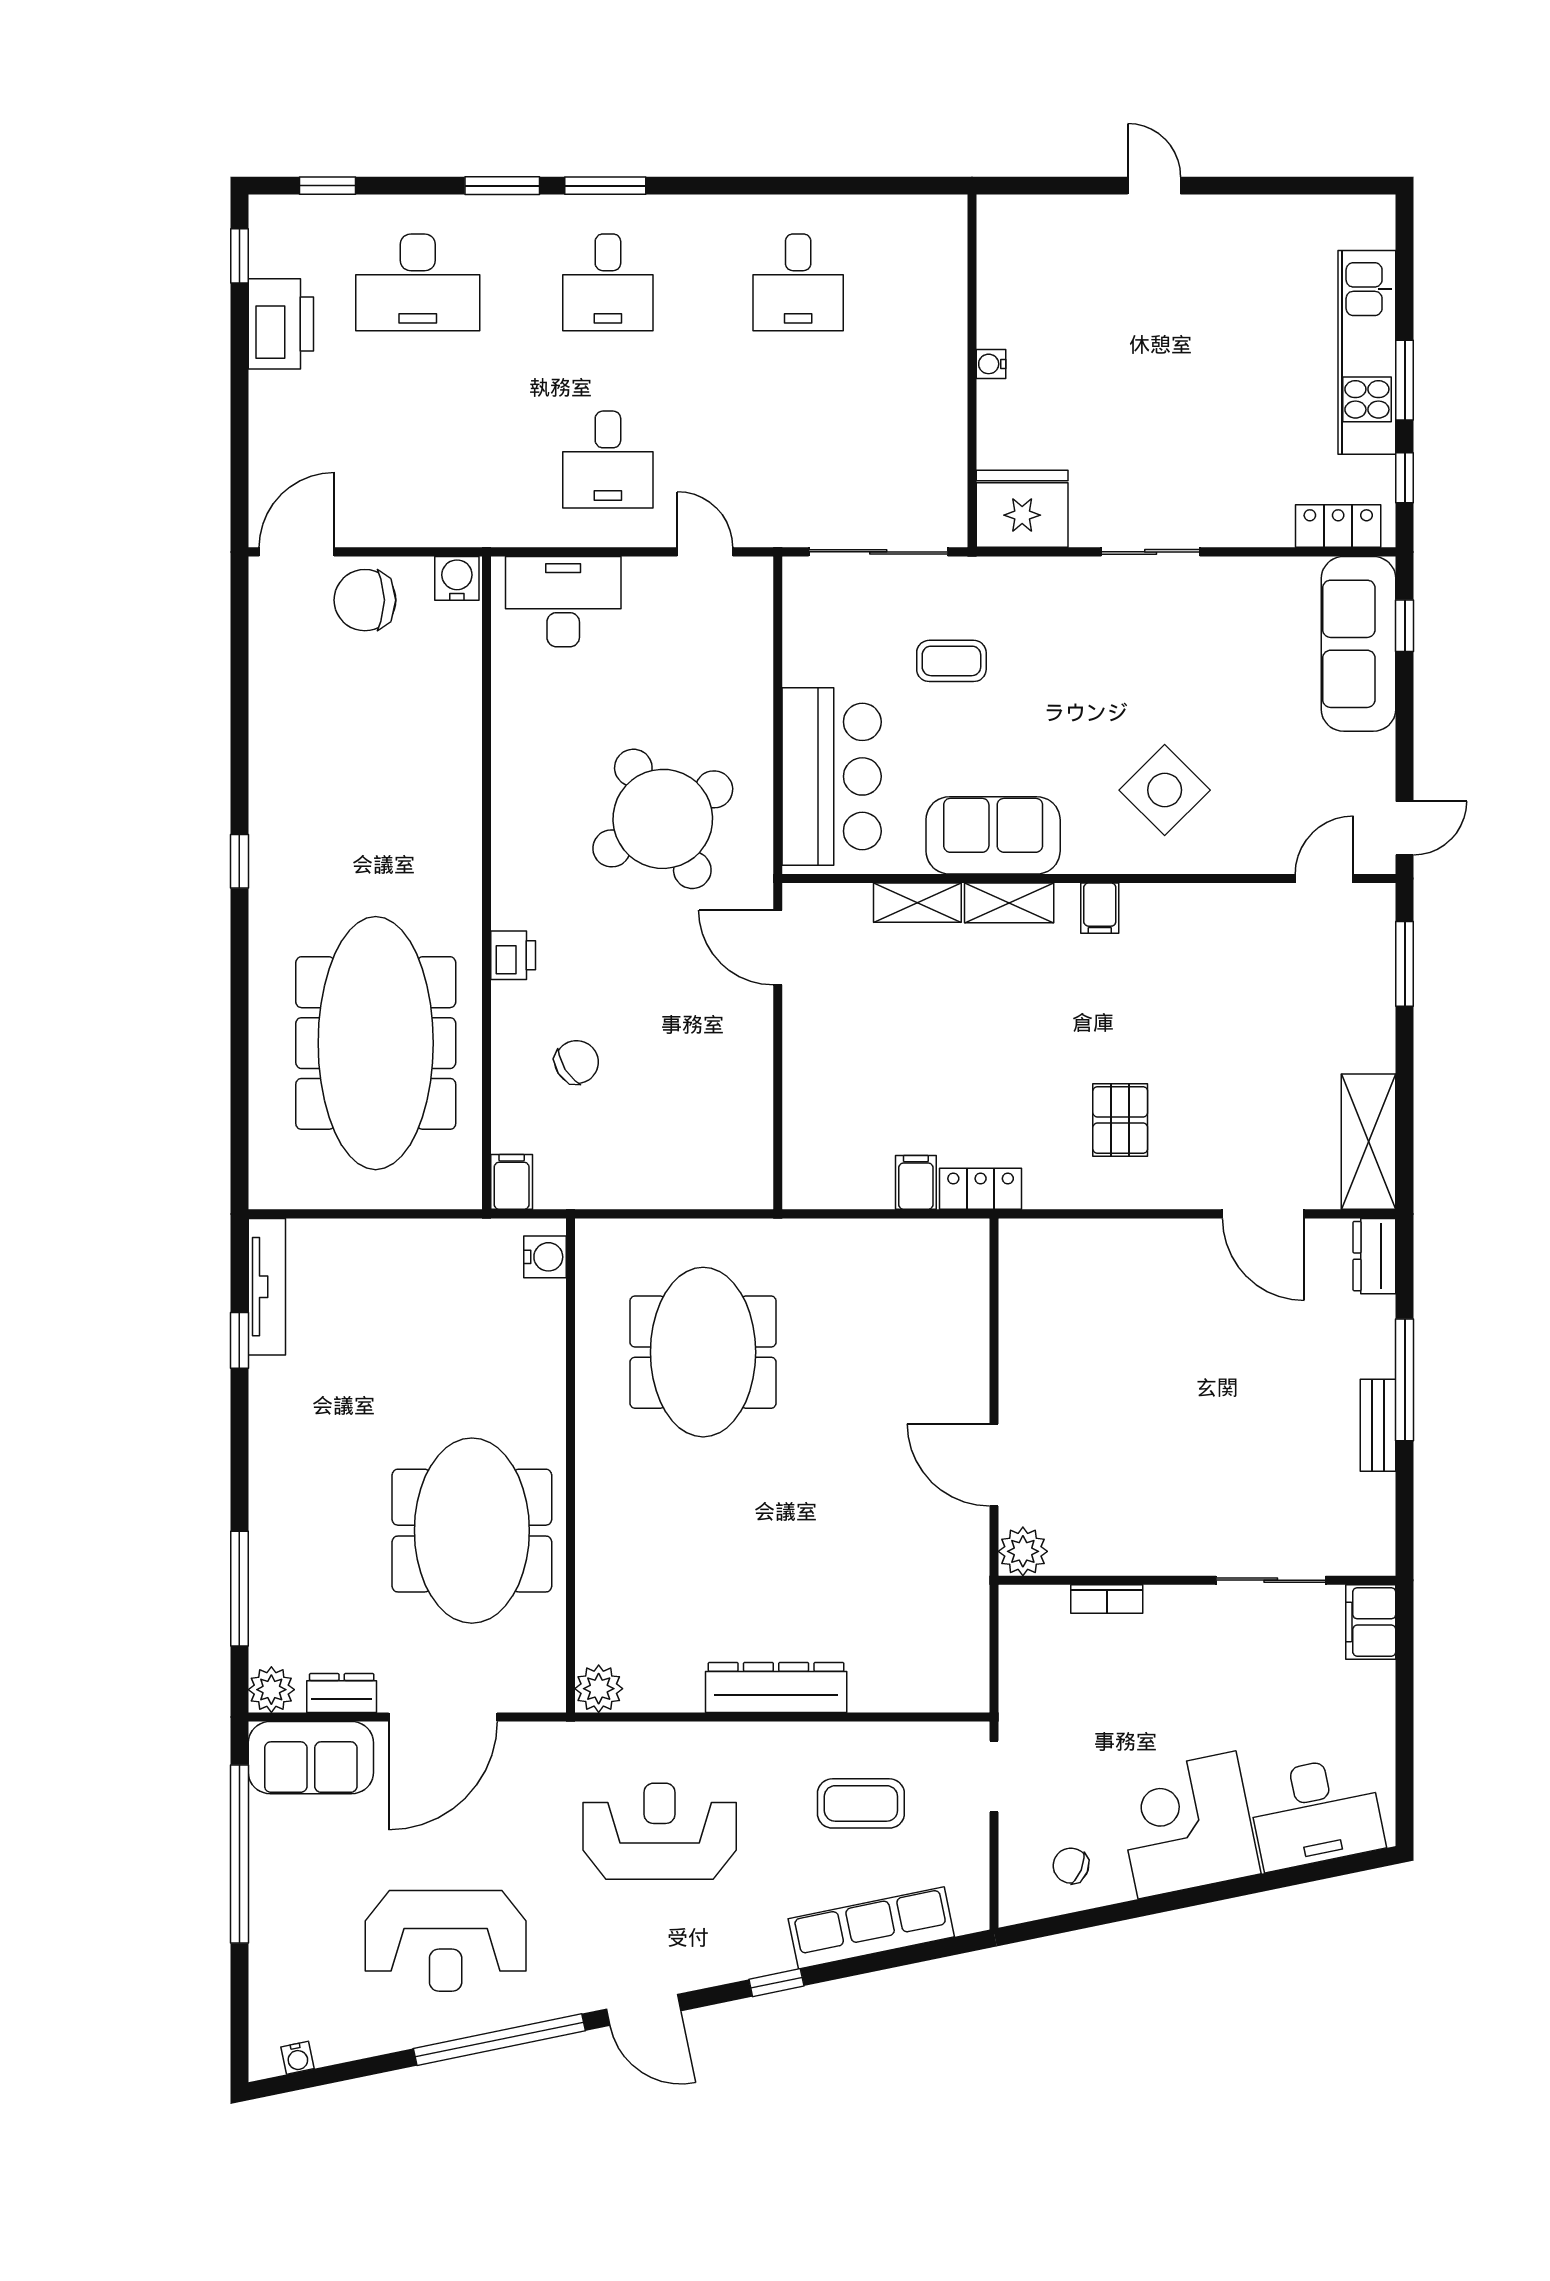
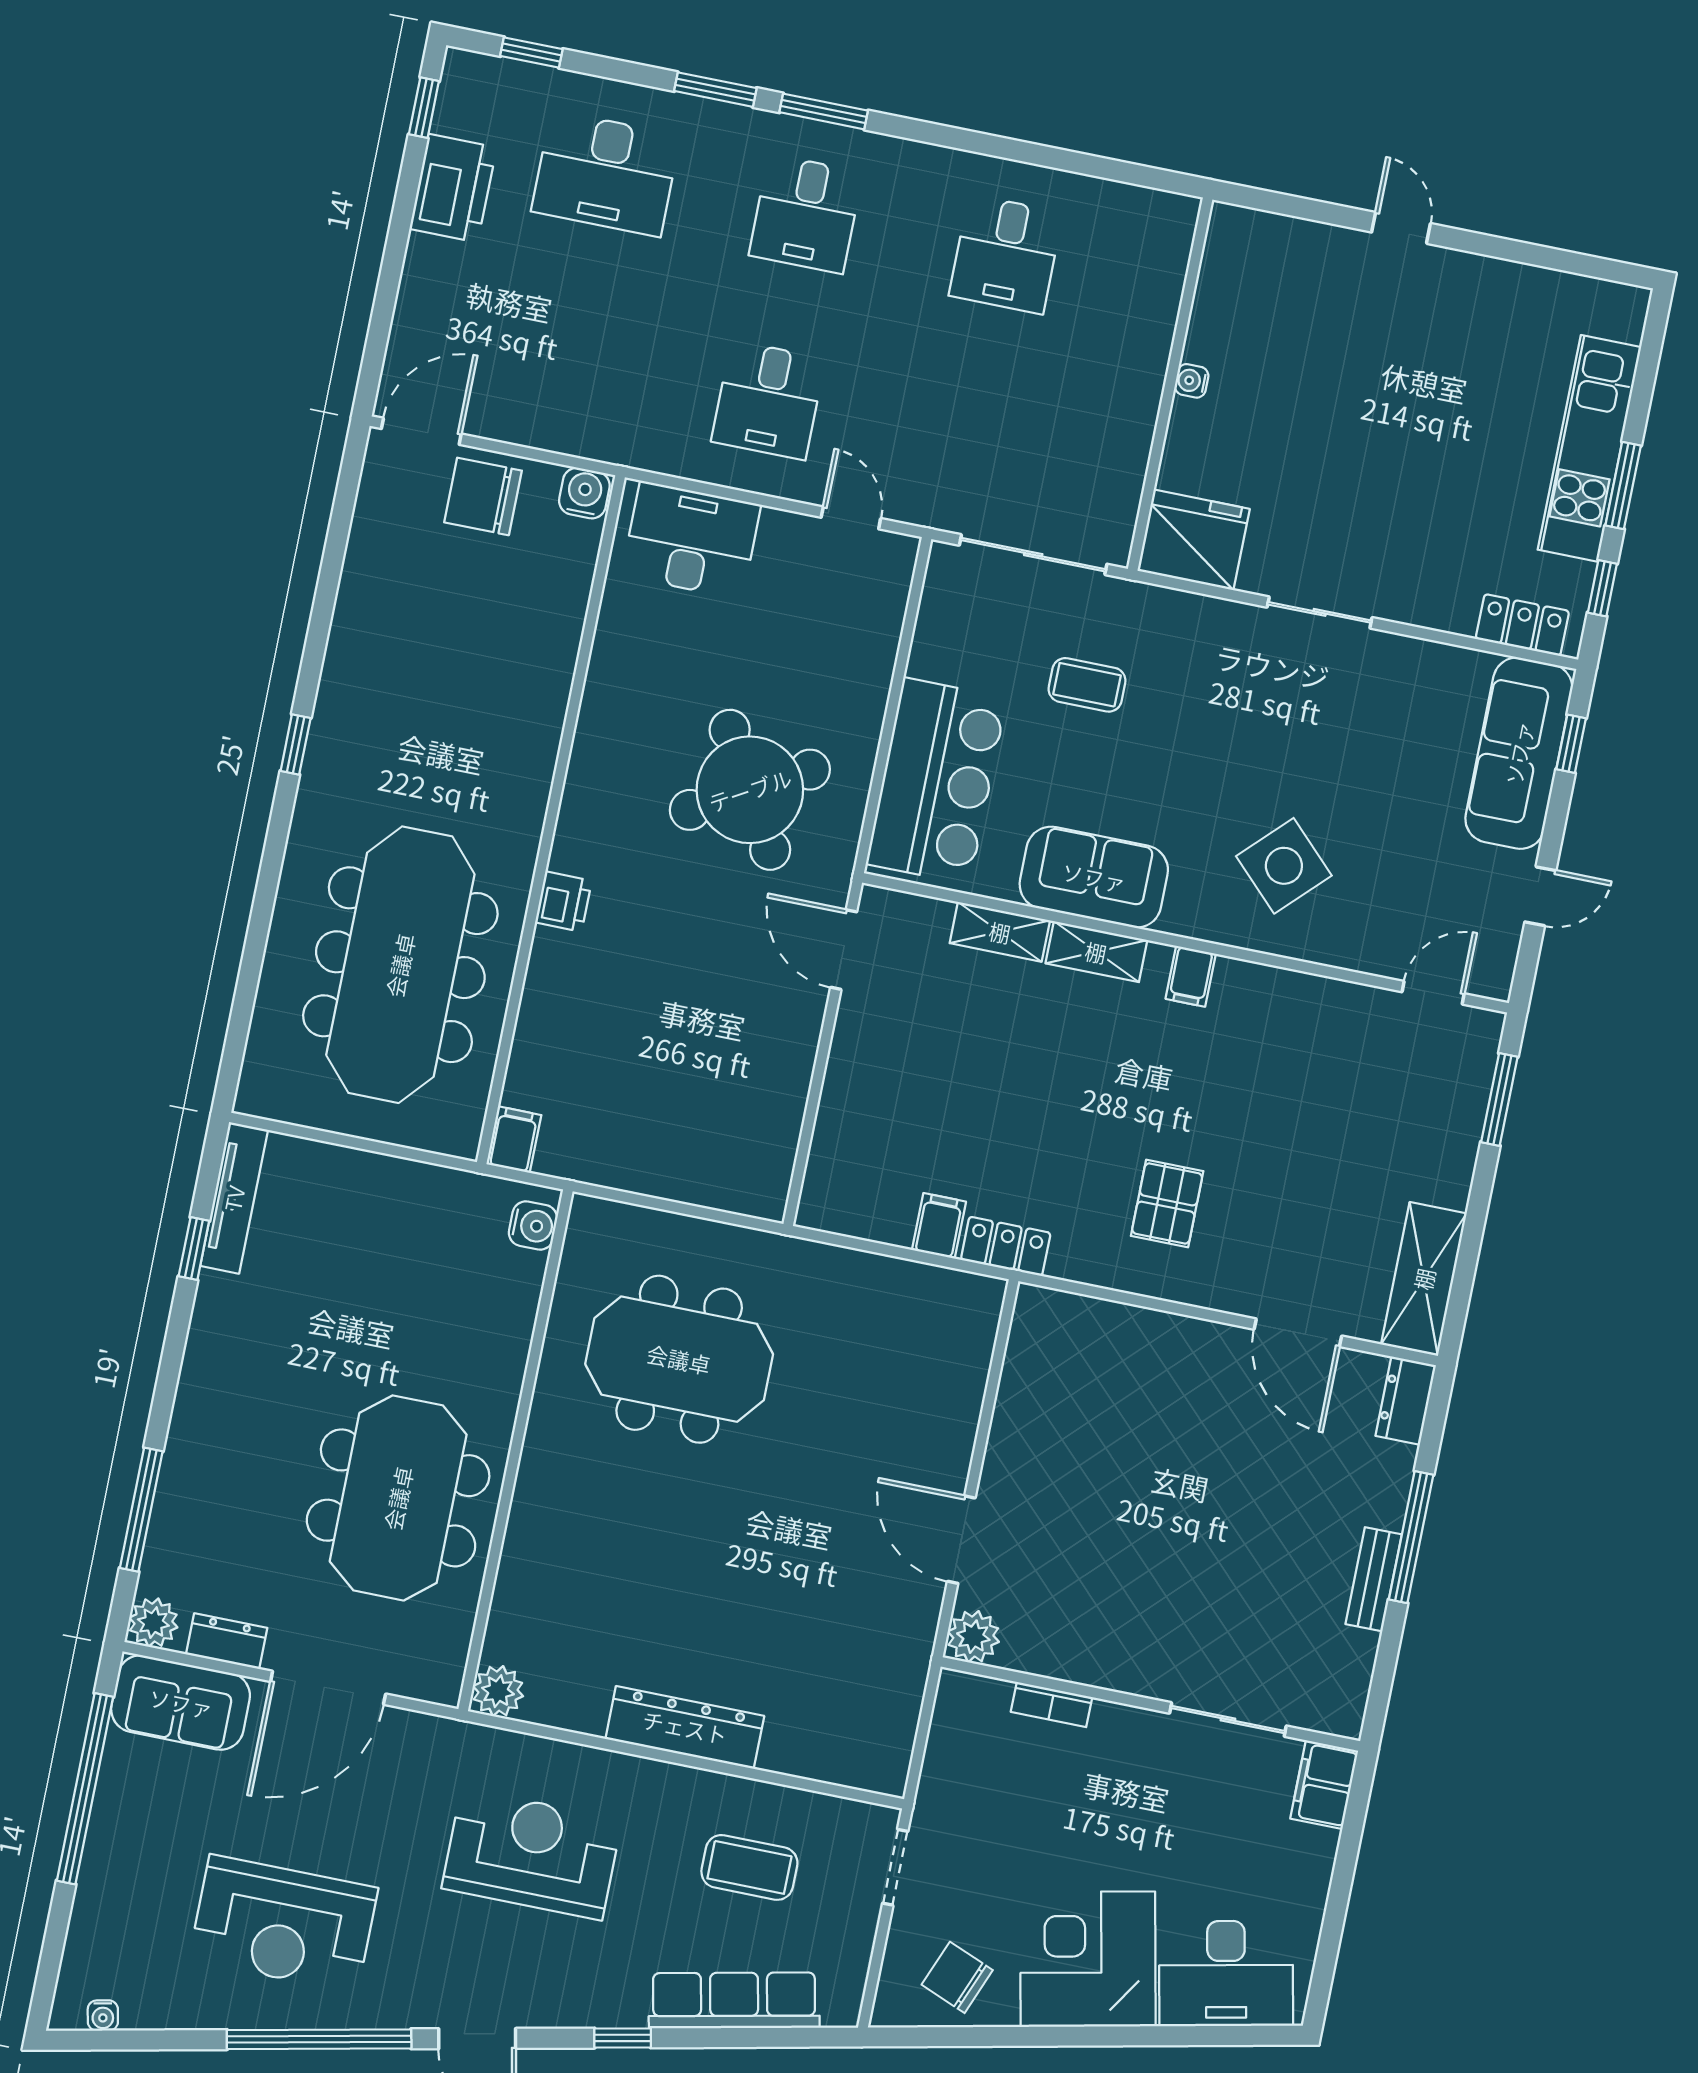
door: (1405, 828) -> (1540, 896), moved
chair: (577, 1062) -> (608, 1027), removed
meeting table: (703, 1352) -> (679, 1359), turned 90
chair: (1071, 1866) -> (957, 1977), width x1.37, depth x1.37

